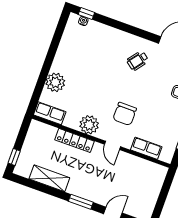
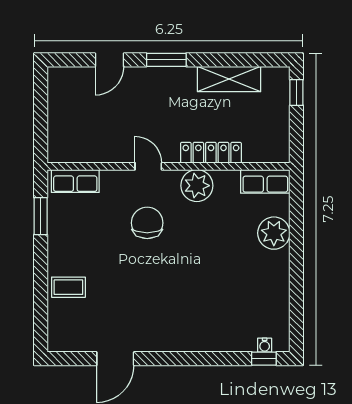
wheelchair: (138, 61) -> (157, 314), removed
row of seats: (146, 148) -> (75, 181), moved

